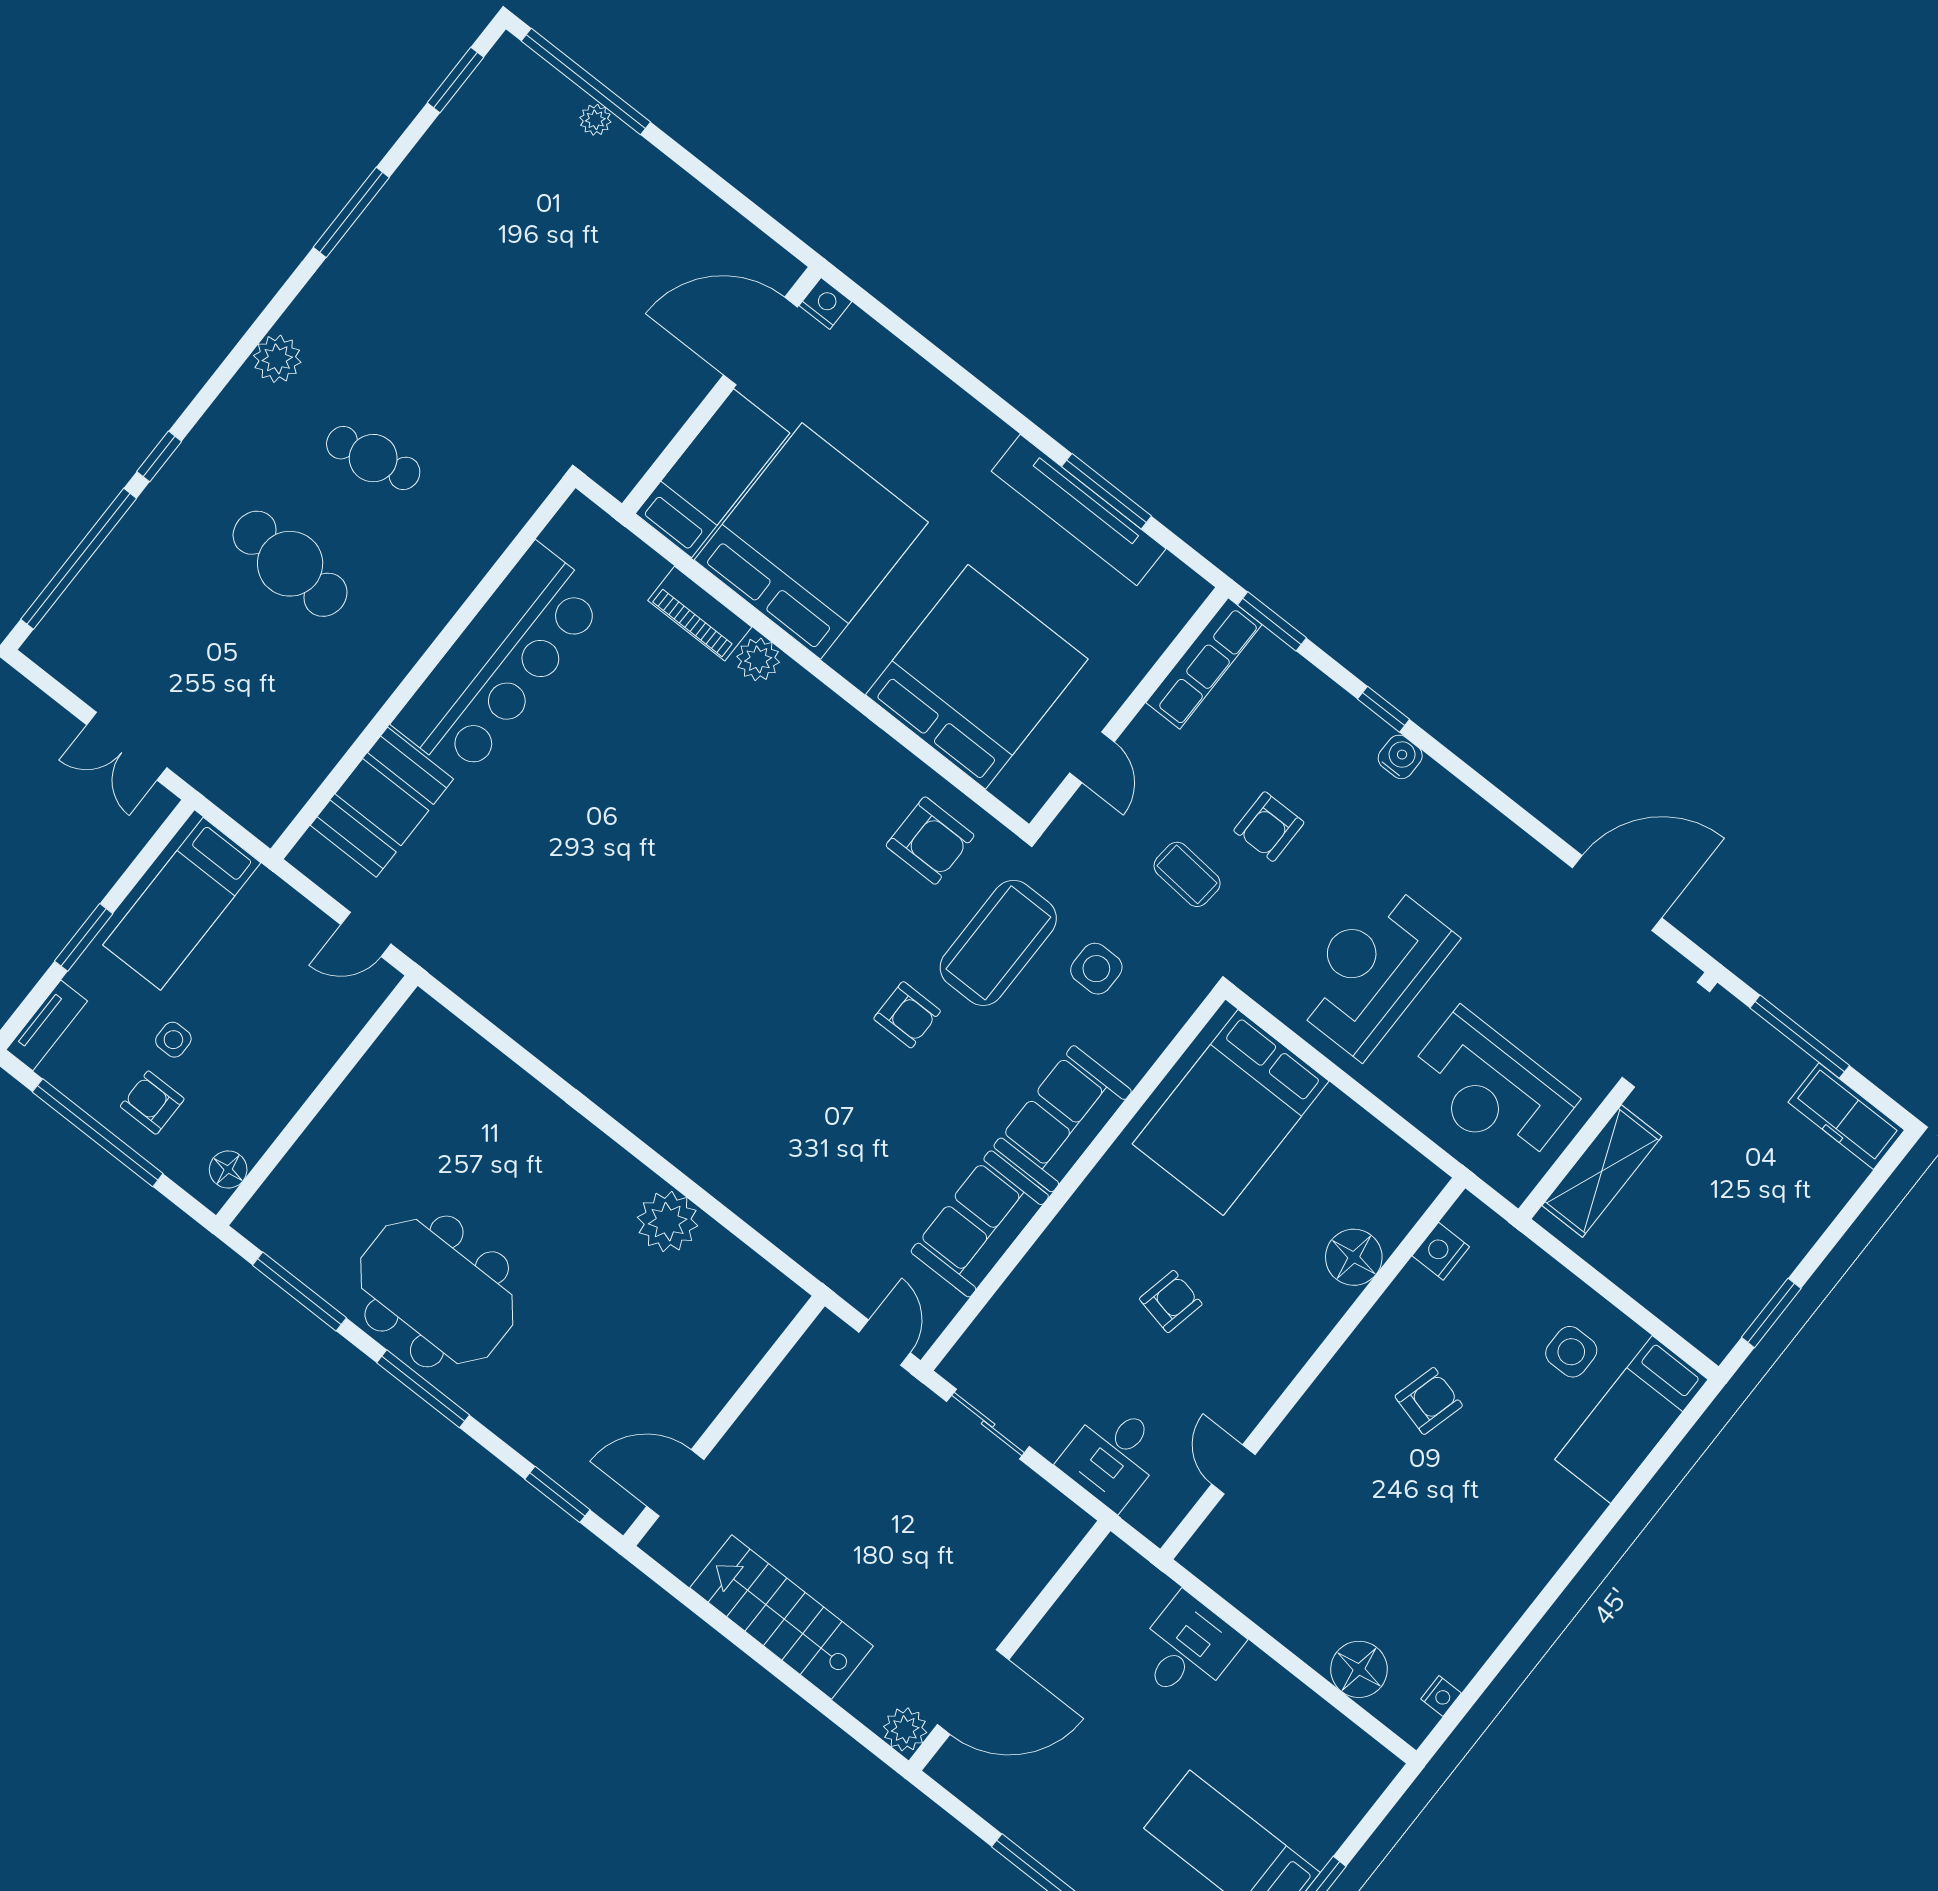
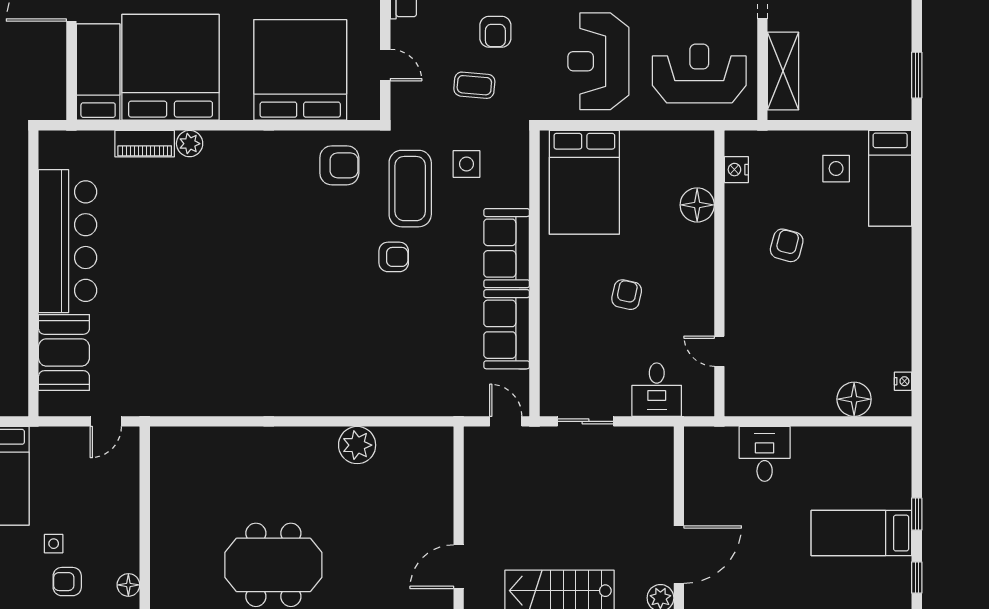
reception desk: (1491, 1089) -> (699, 74), turned 180

